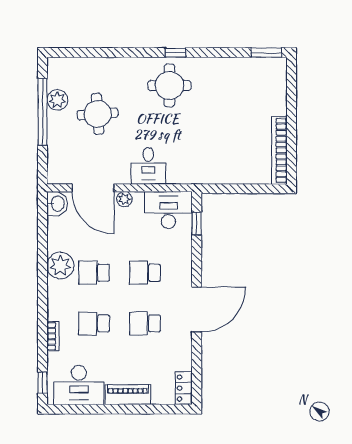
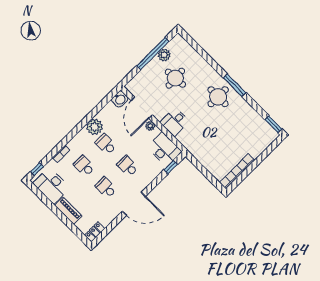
window: (175, 53) -> (235, 85), width x2.17

